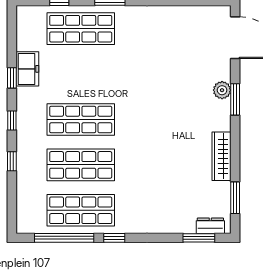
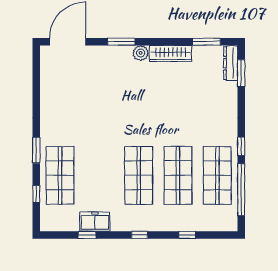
window: (12, 78) -> (87, 235), moved
plant: (222, 90) -> (141, 53), moved
window: (12, 161) -> (187, 235), moved
dresser: (210, 226) -> (231, 63), width x1.44

